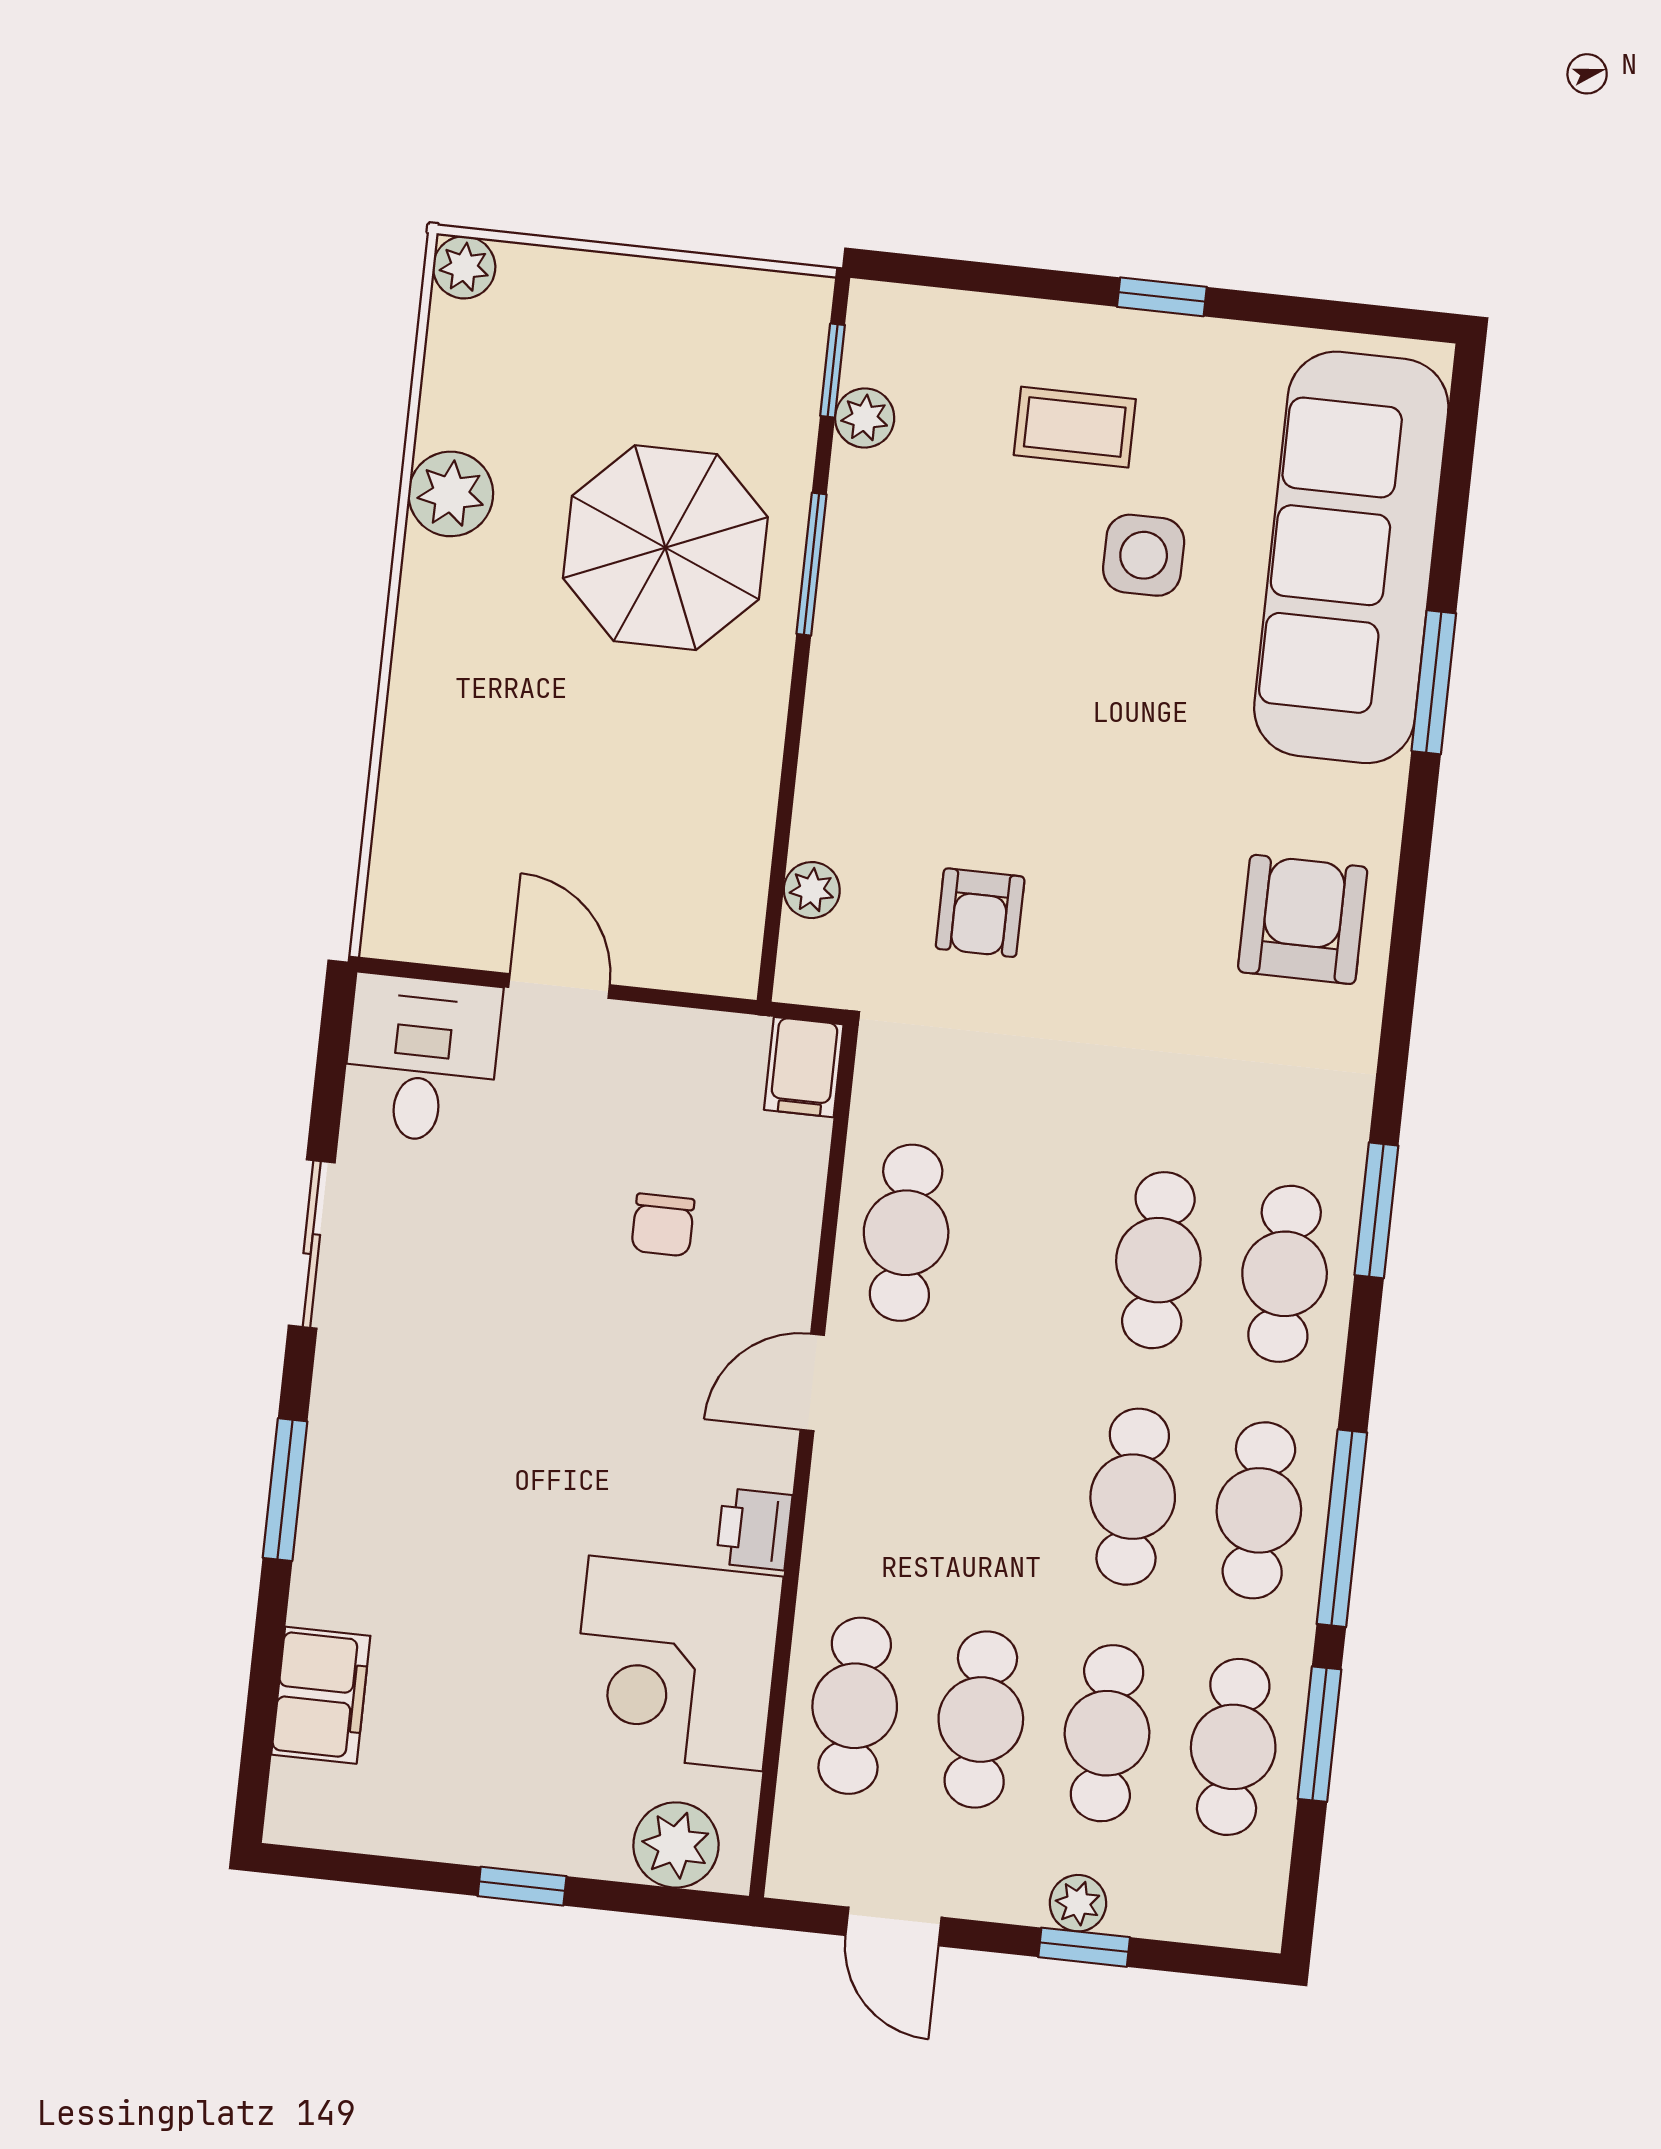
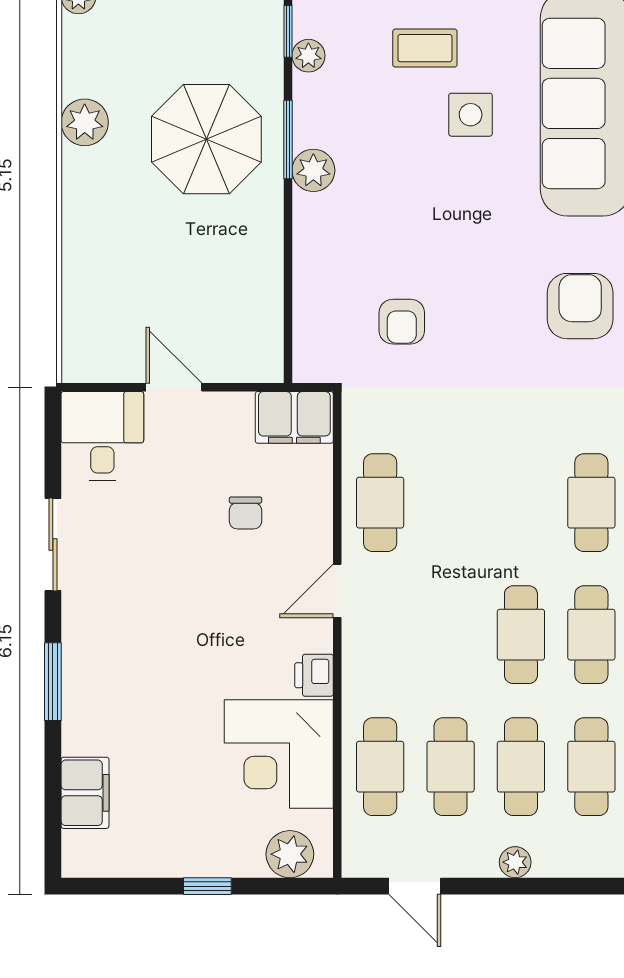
plant: (812, 890) -> (313, 170), moved, width x1.38, depth x1.38
filing cabinet: (804, 1067) -> (294, 417), width x2.00
cafe table: (1158, 1260) -> (521, 503), removed
window: (1084, 1947) -> (521, 886), removed

